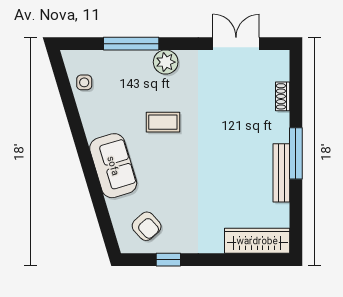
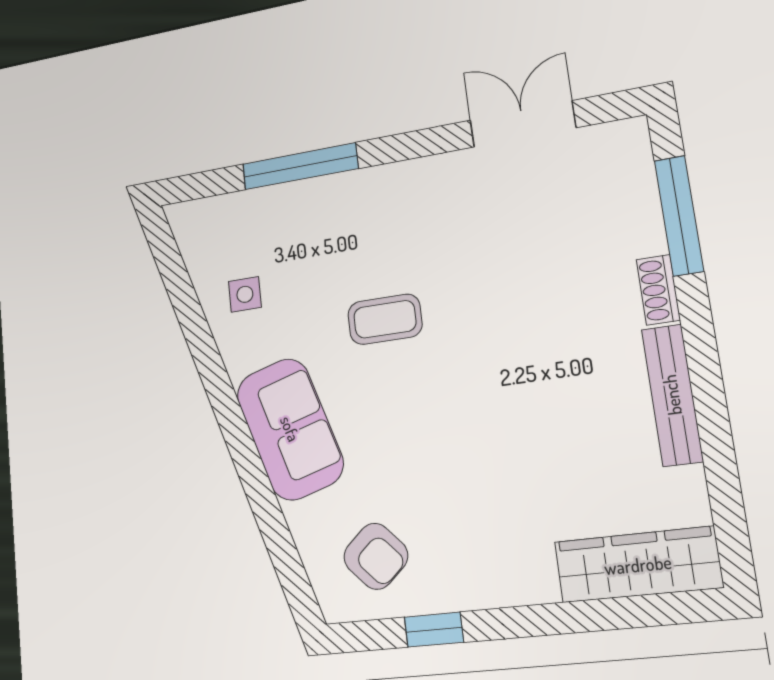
plant: (166, 62) -> (376, 191), removed
side table: (84, 82) -> (245, 294), moved
shoe rack: (283, 96) -> (658, 290), moved
window: (296, 153) -> (679, 216), moved

